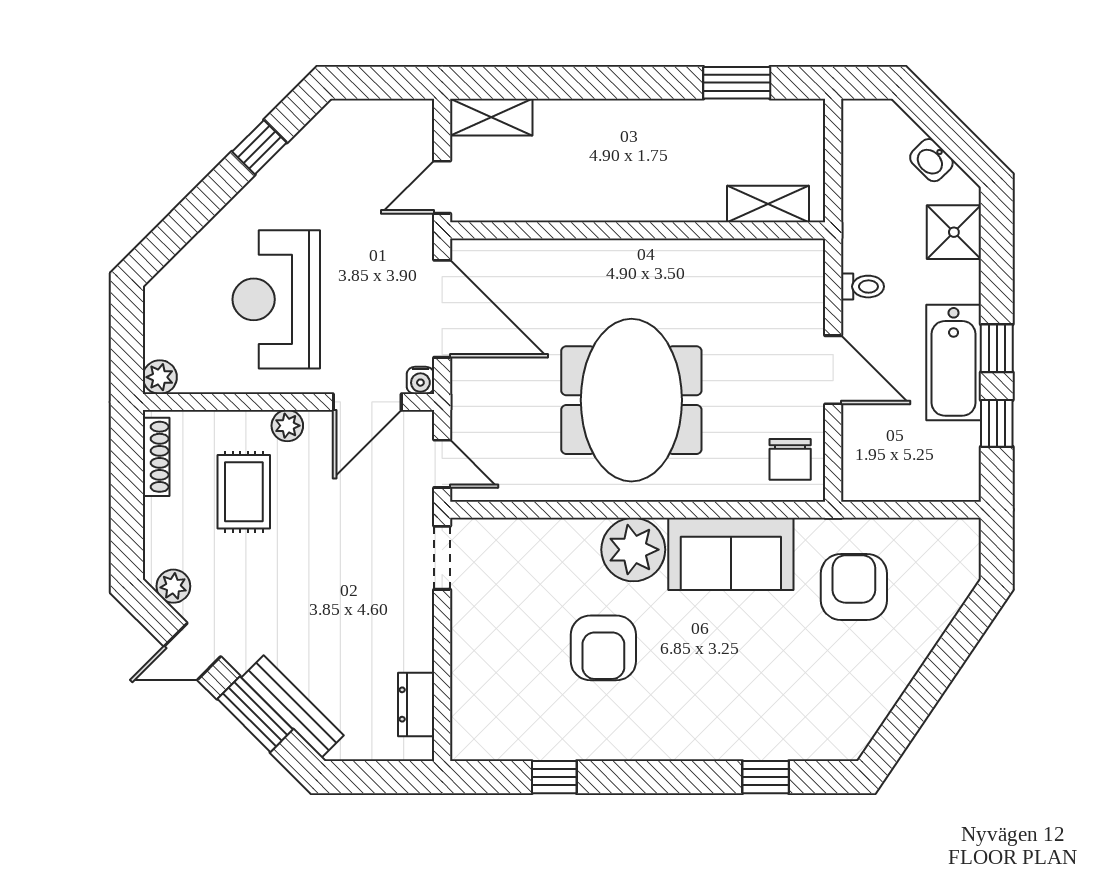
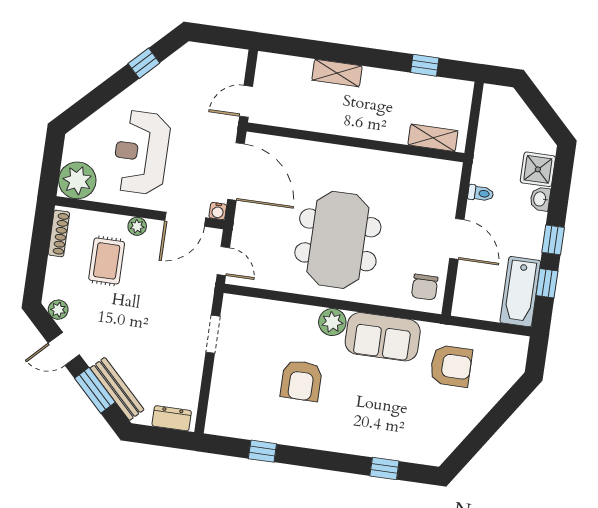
window: (737, 83) -> (425, 65), width x0.67
shelving: (491, 117) -> (337, 73), moved
washbasin: (931, 160) -> (540, 199), moved, turned 45
bathtub: (954, 363) -> (520, 292), moved
plant: (160, 377) -> (77, 180), width x1.88, depth x1.88
plant: (633, 550) -> (332, 322), width x0.73, depth x0.73
doorway: (442, 558) -> (213, 334), moved
armchair: (854, 587) -> (451, 366), turned 90
dresser: (416, 705) -> (172, 418), moved, turned 90

